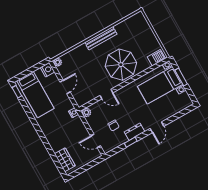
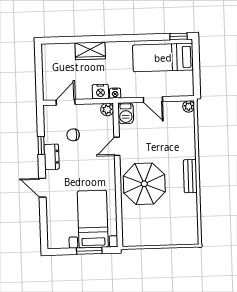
bench: (101, 38) -> (190, 176), width x0.73
barbecue: (156, 58) -> (126, 113), moved
nightstand: (47, 70) -> (100, 92), moved
wardrobe: (65, 160) -> (90, 51), moved

